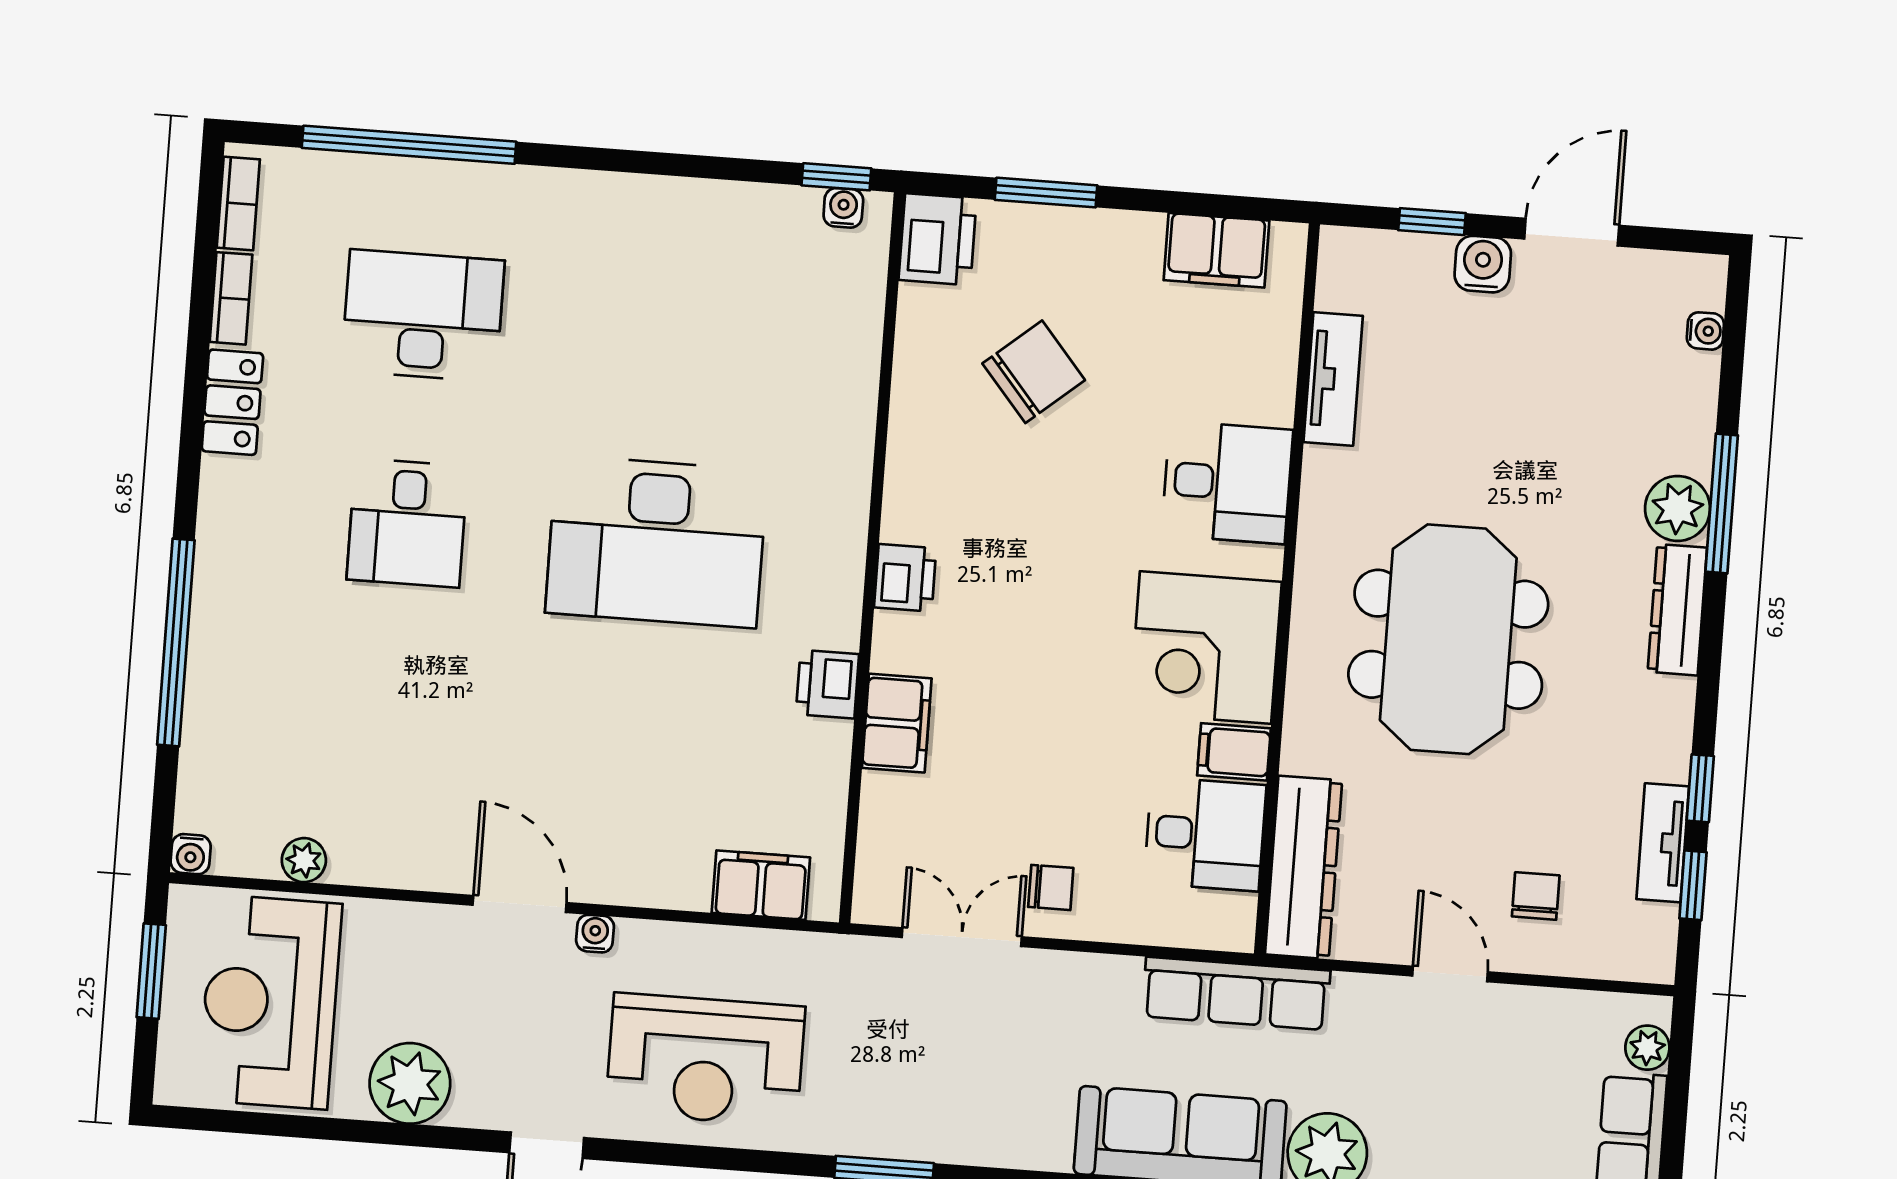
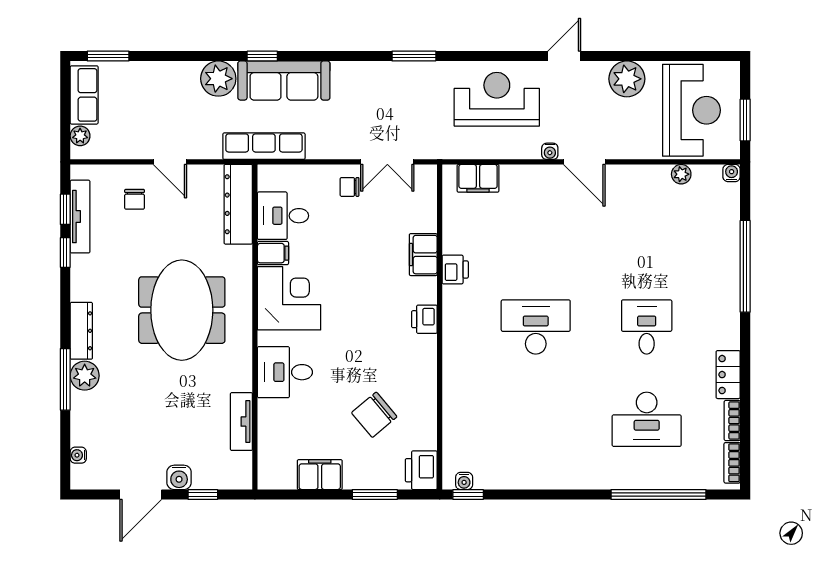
filing cabinet: (1216, 250) -> (320, 475), moved
desk: (656, 542) -> (536, 327), width x0.73, depth x0.77
tv unit: (1663, 843) -> (80, 217), width x1.41

